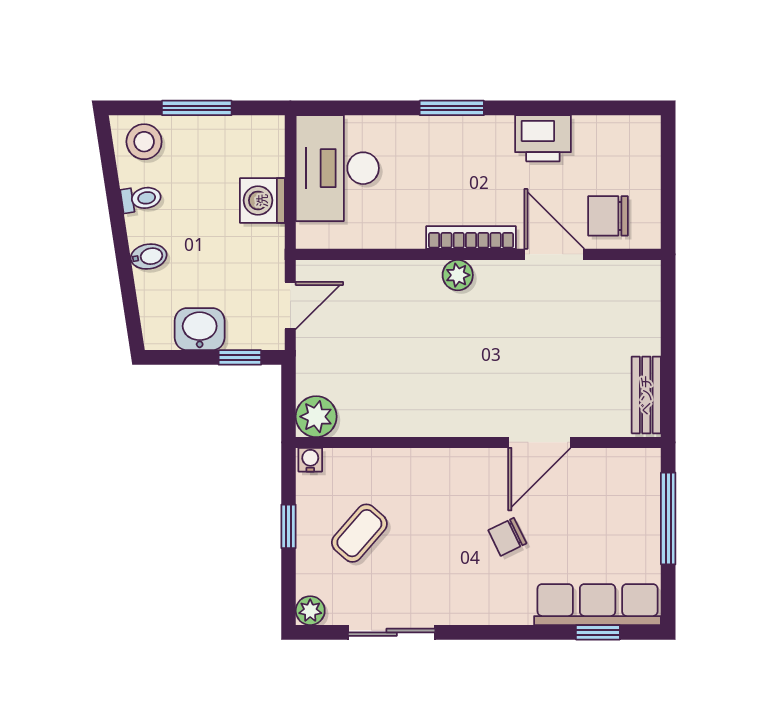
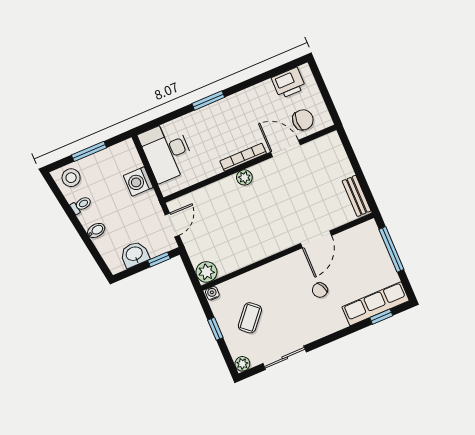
printer: (543, 138) -> (289, 83), moved
chair: (608, 216) -> (303, 120), turned 180

